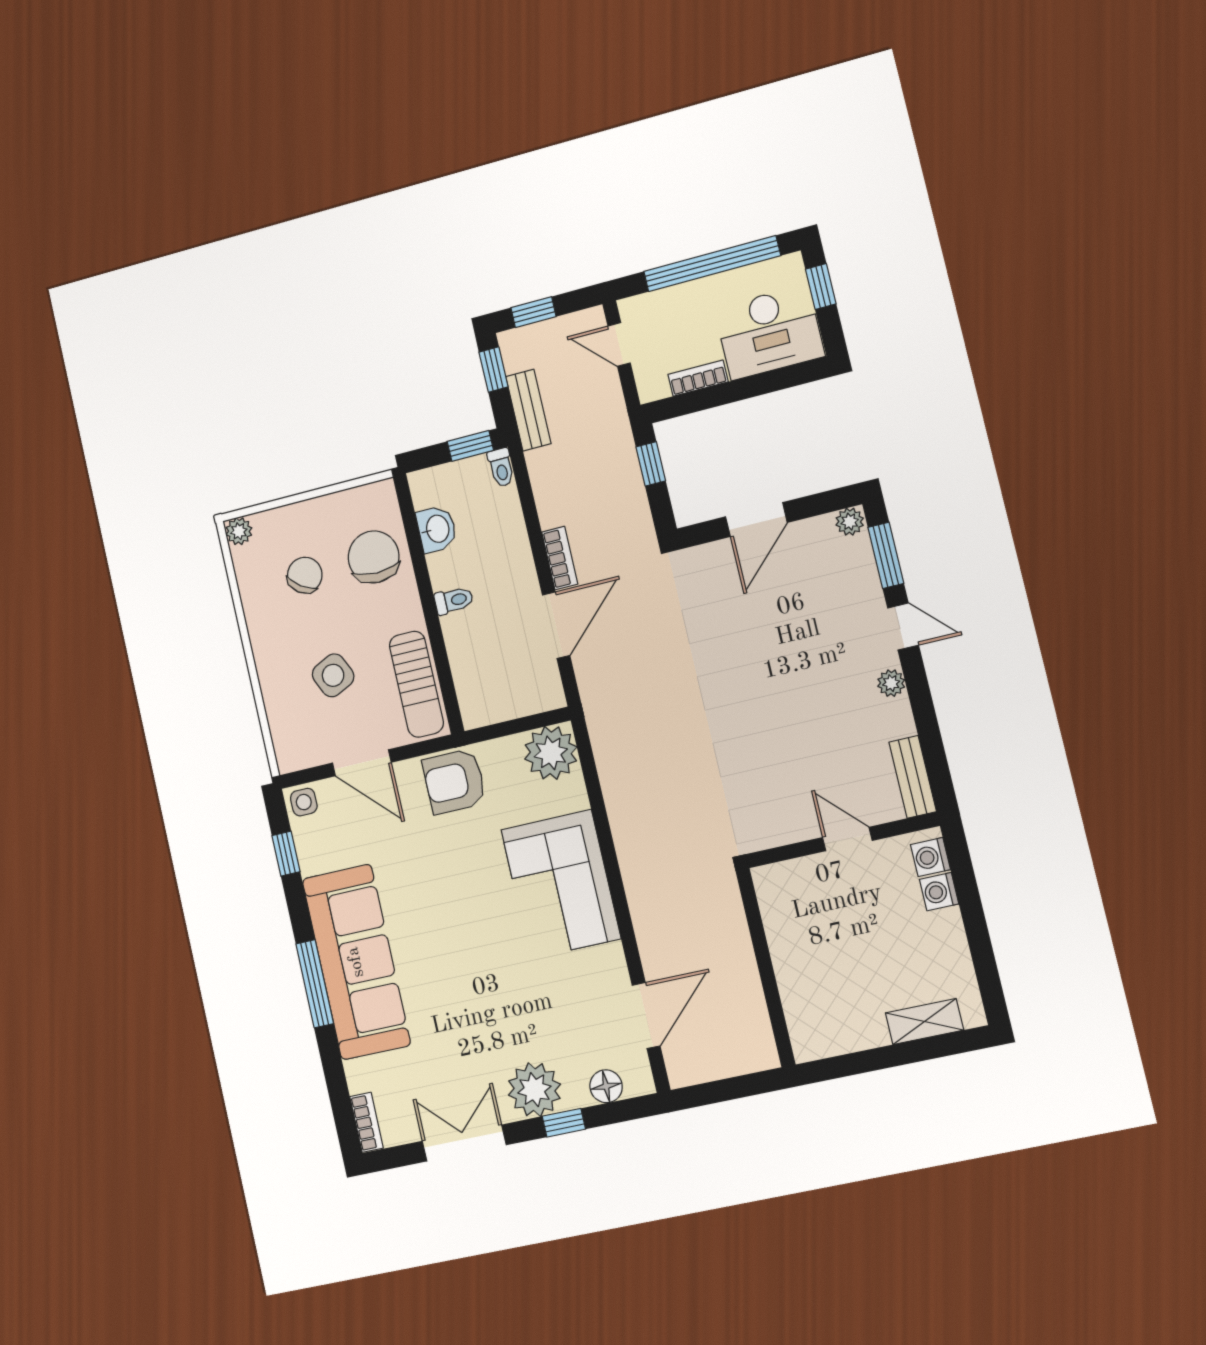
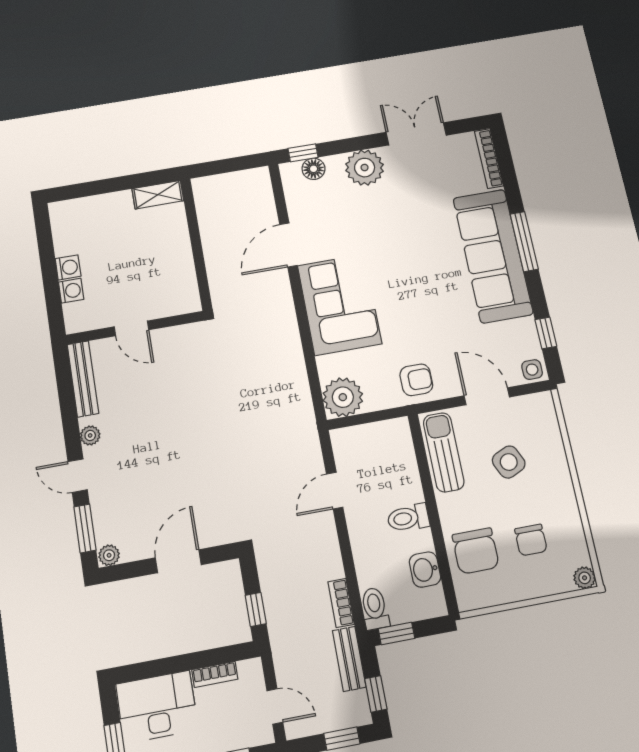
toilet: (501, 467) -> (375, 608), width x1.37, depth x1.39
bookcase: (560, 558) -> (341, 603), moved
chair: (305, 575) -> (531, 540), turned -35
toilet: (454, 600) -> (408, 518), width x1.37, depth x1.39
door: (556, 625) -> (335, 491), width x0.73
bench: (913, 777) -> (83, 379), width x1.36
armchair: (454, 781) -> (416, 380), width x0.72, depth x0.72
washing machine: (930, 857) -> (68, 267), moved
door: (646, 1016) -> (288, 245), moved
shelving: (924, 1021) -> (158, 195), moved
bookcase: (367, 1122) -> (489, 158), width x1.56
window: (564, 1123) -> (303, 153), moved
double door: (464, 1143) -> (416, 134), swing flipped

